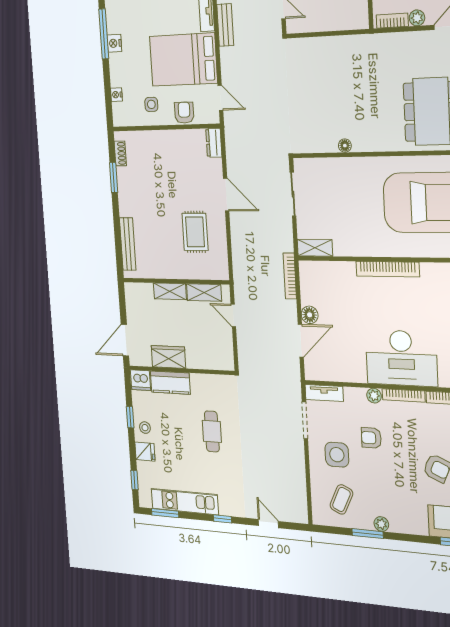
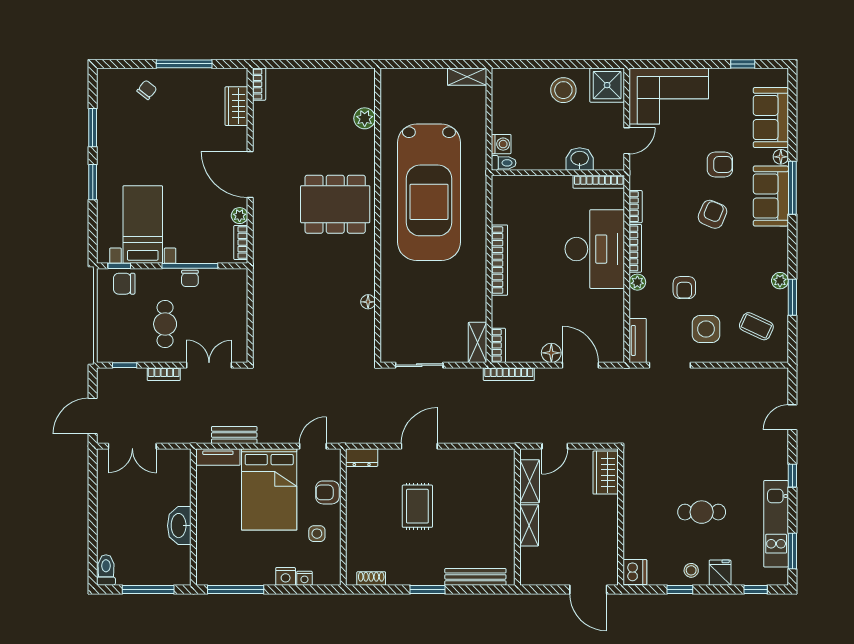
nightstand: (114, 43) -> (286, 576), moved
window: (114, 178) -> (427, 589), moved
rug: (195, 232) -> (417, 506), moved, turned 90
bookcase: (313, 267) -> (498, 345), added
wardrobe: (168, 357) -> (606, 473), moved
kitchen counter: (170, 383) -> (636, 533), removed
cafe table: (212, 431) -> (702, 512), moved

